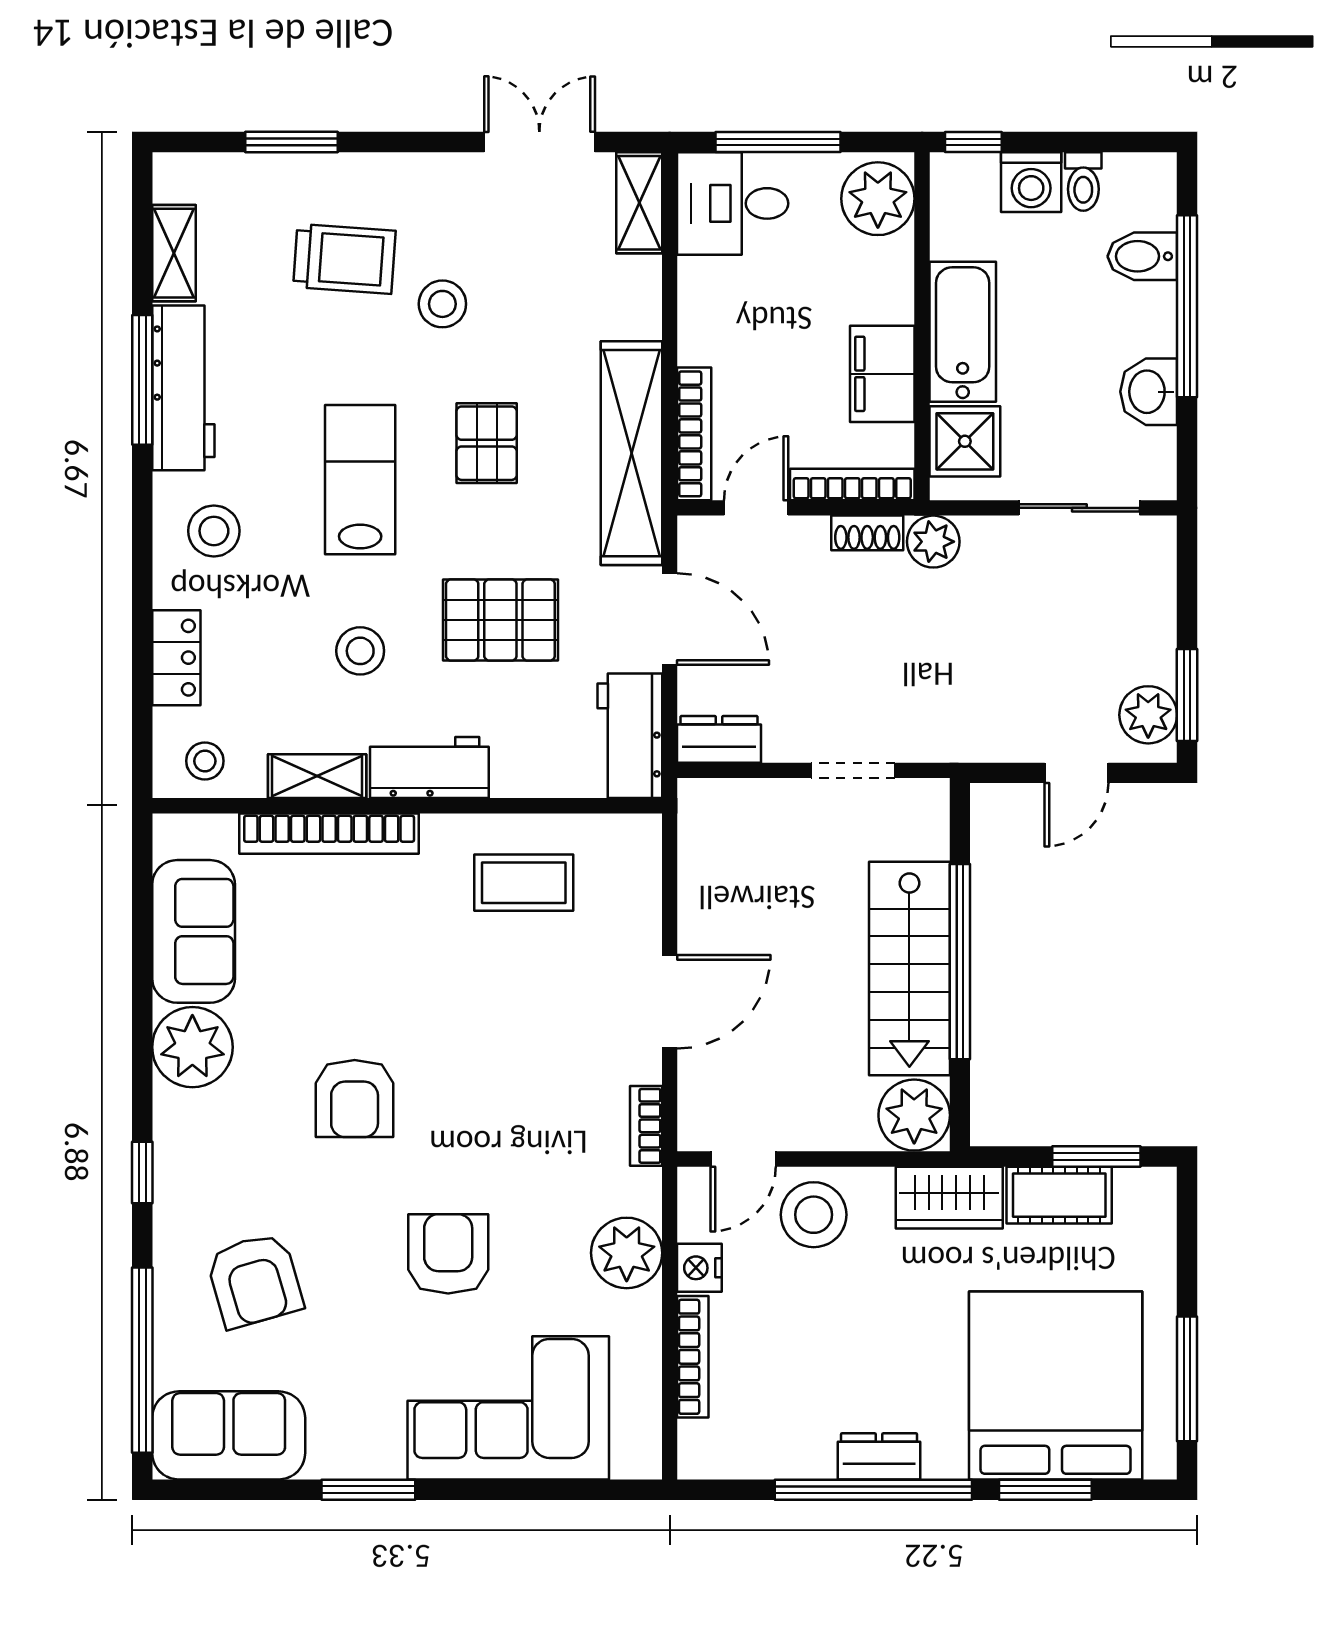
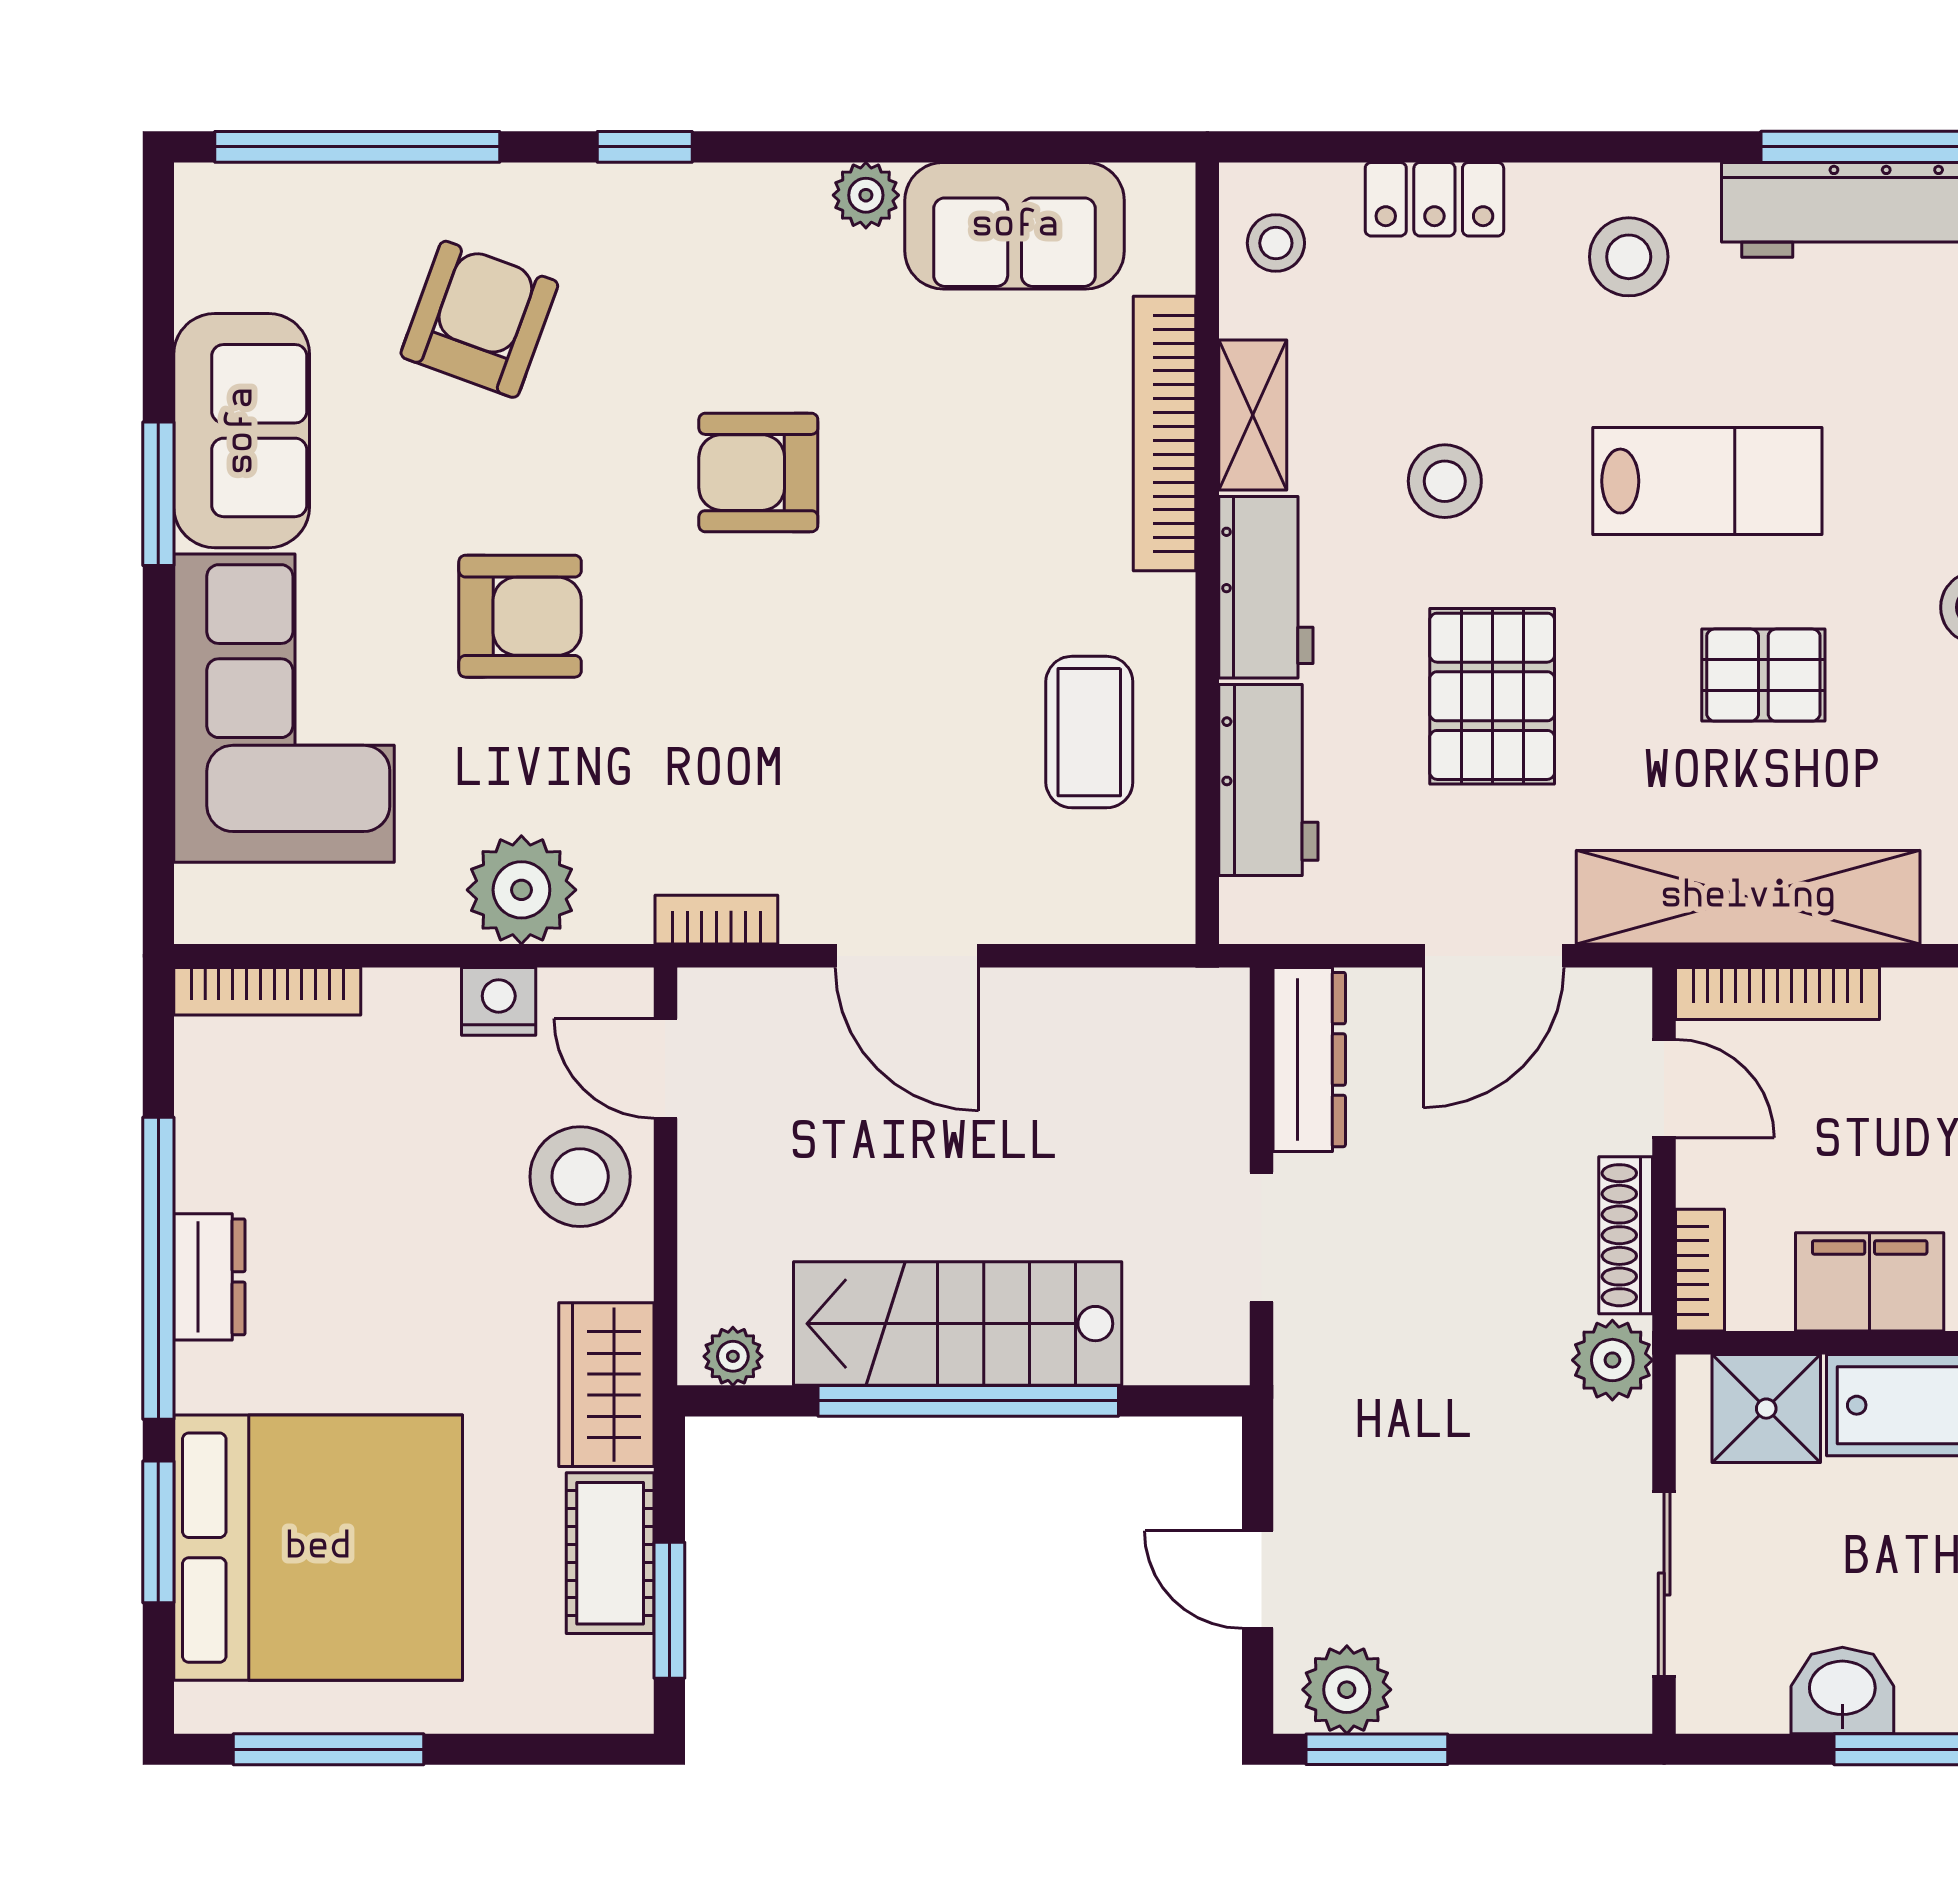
bookcase: (852, 484) -> (1700, 1270), width x0.64
shoe rack: (867, 533) -> (1626, 1235), width x1.43
workbench: (630, 736) -> (1268, 780), moved, turned 90
dresser: (719, 739) -> (1309, 1060), width x1.44
plant: (192, 1047) -> (866, 195), width x0.53, depth x0.53
plant: (914, 1115) -> (733, 1356), width x0.53, depth x0.53
armchair: (255, 1280) -> (479, 319), turned 126
bookcase: (693, 1357) -> (267, 991), moved
sofa: (229, 1435) -> (242, 431), moved

